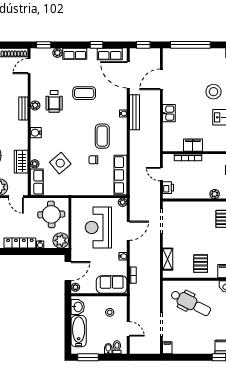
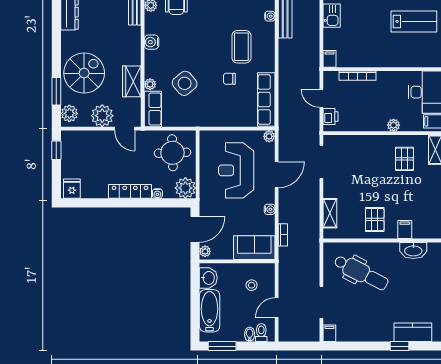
filing cabinet: (193, 145) -> (329, 59), moved, width x0.50
door: (128, 329) -> (277, 308), swing flipped

